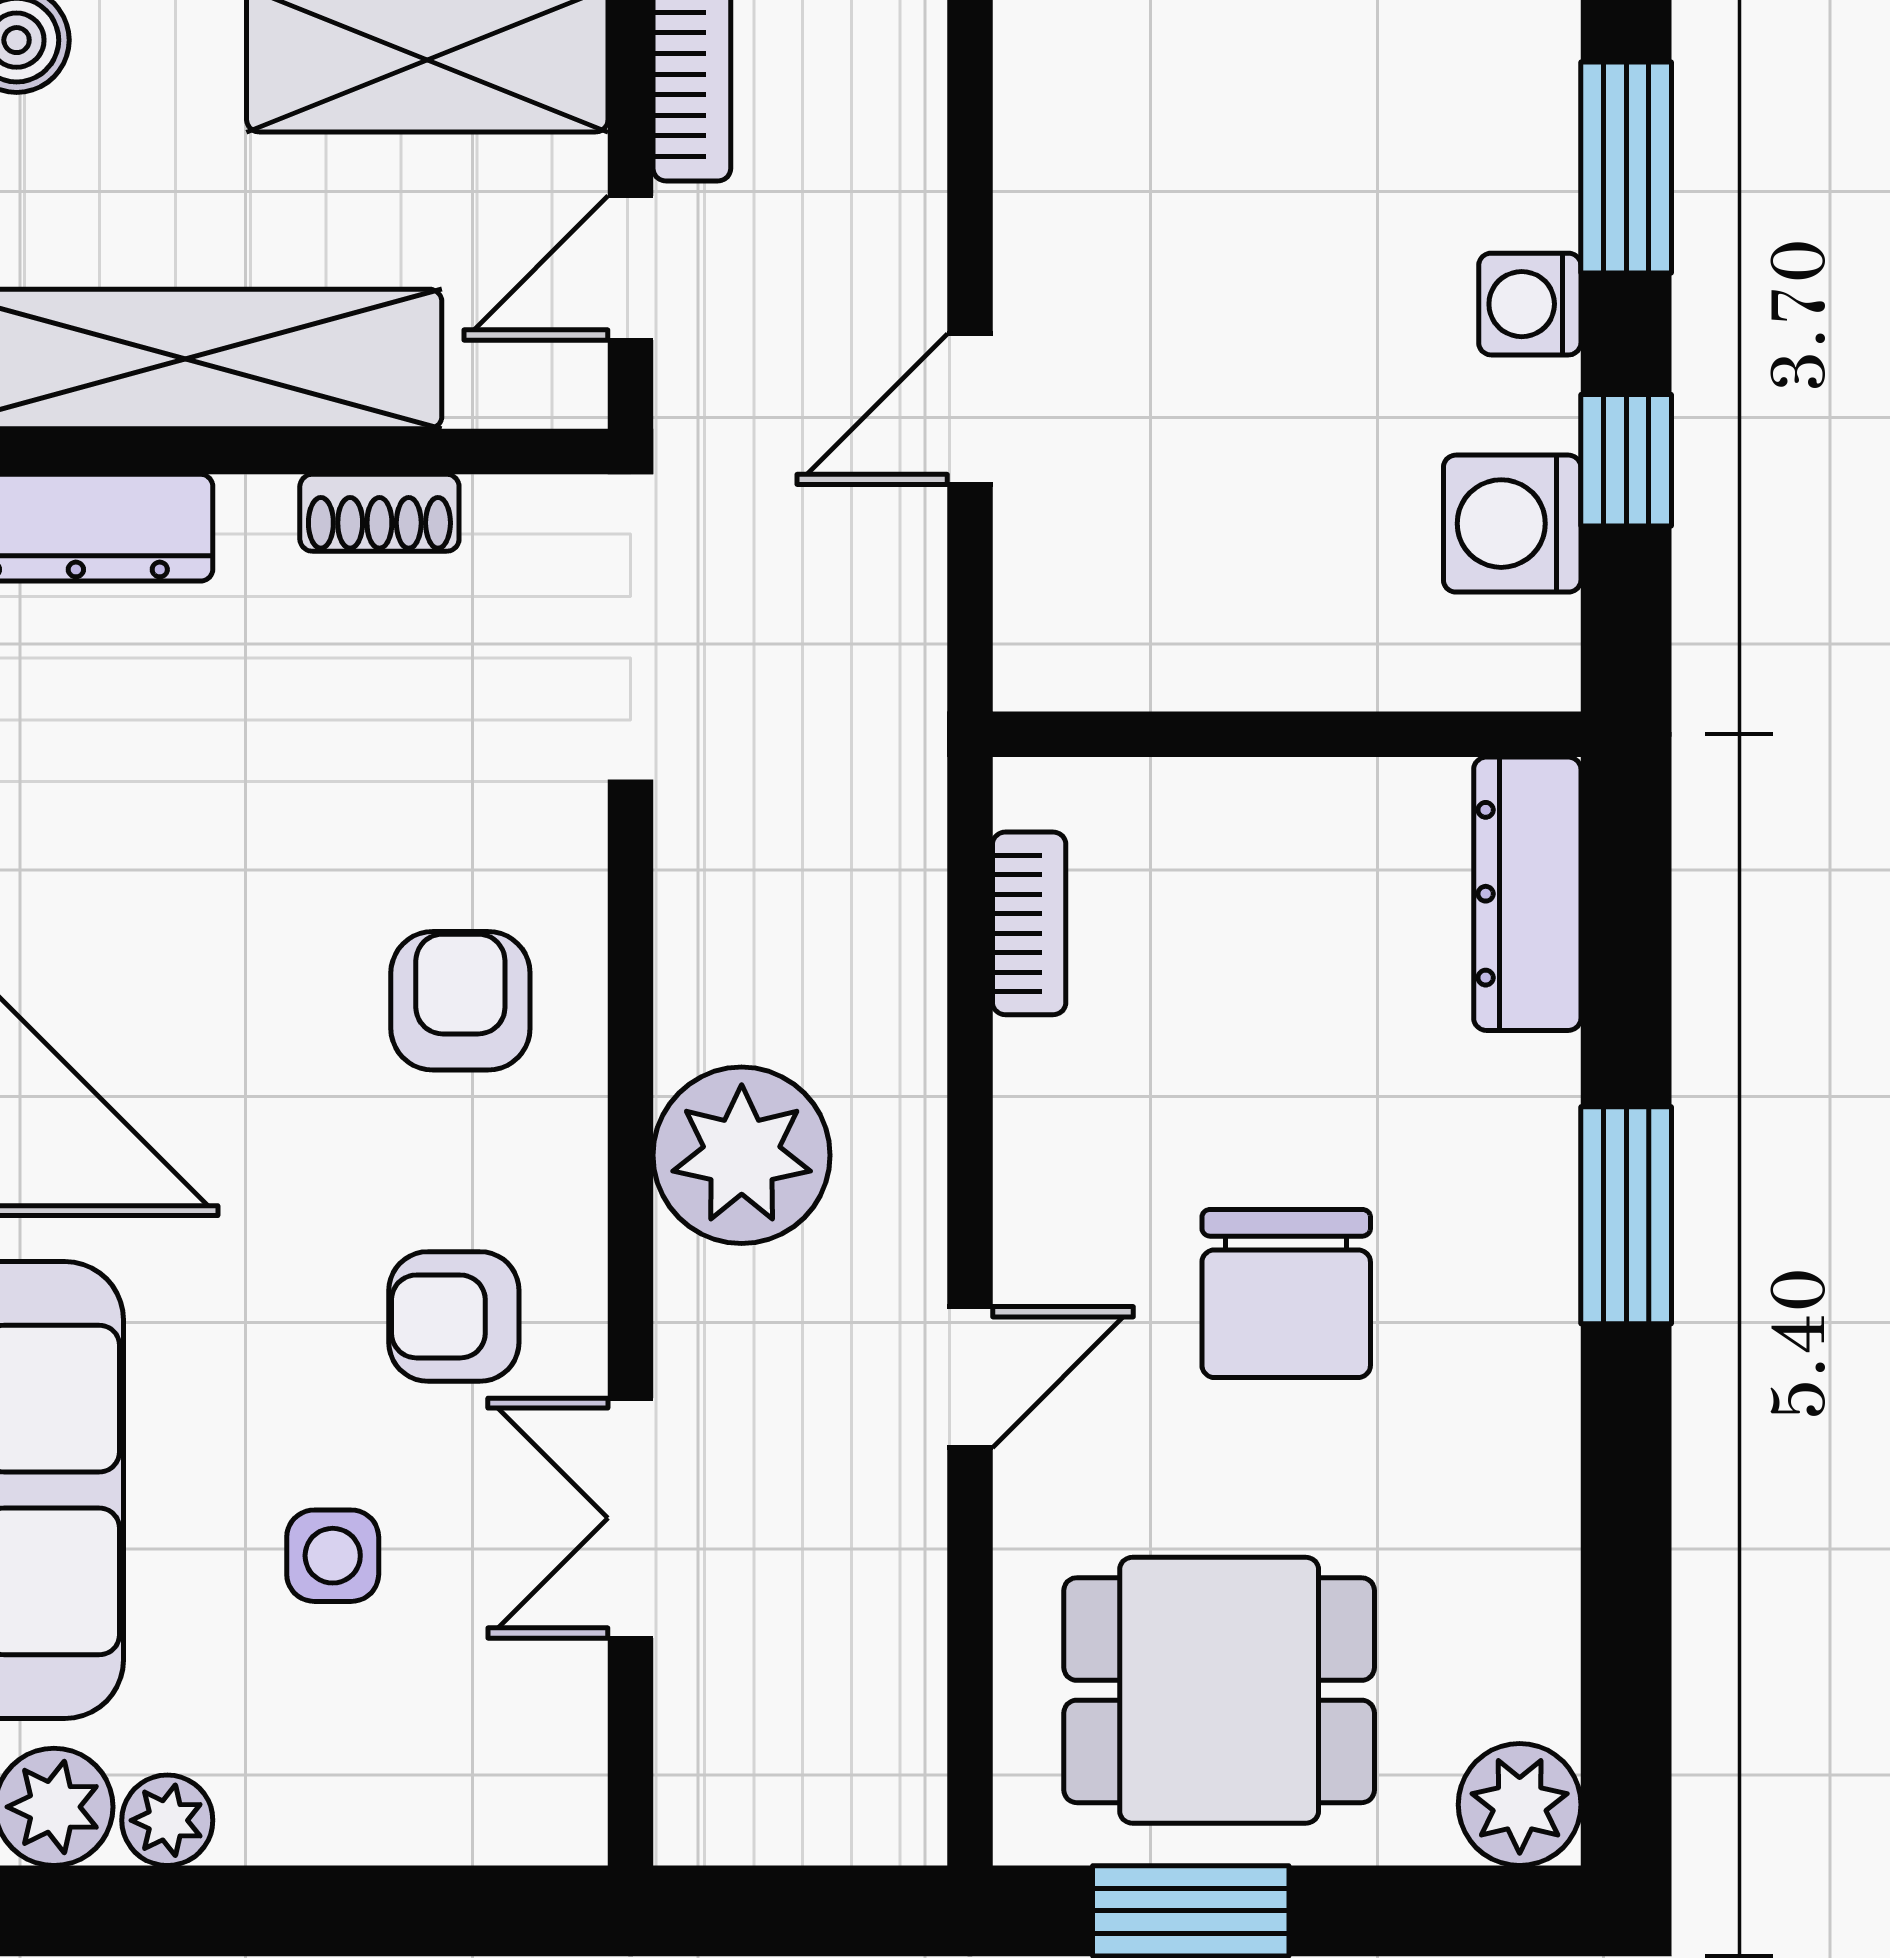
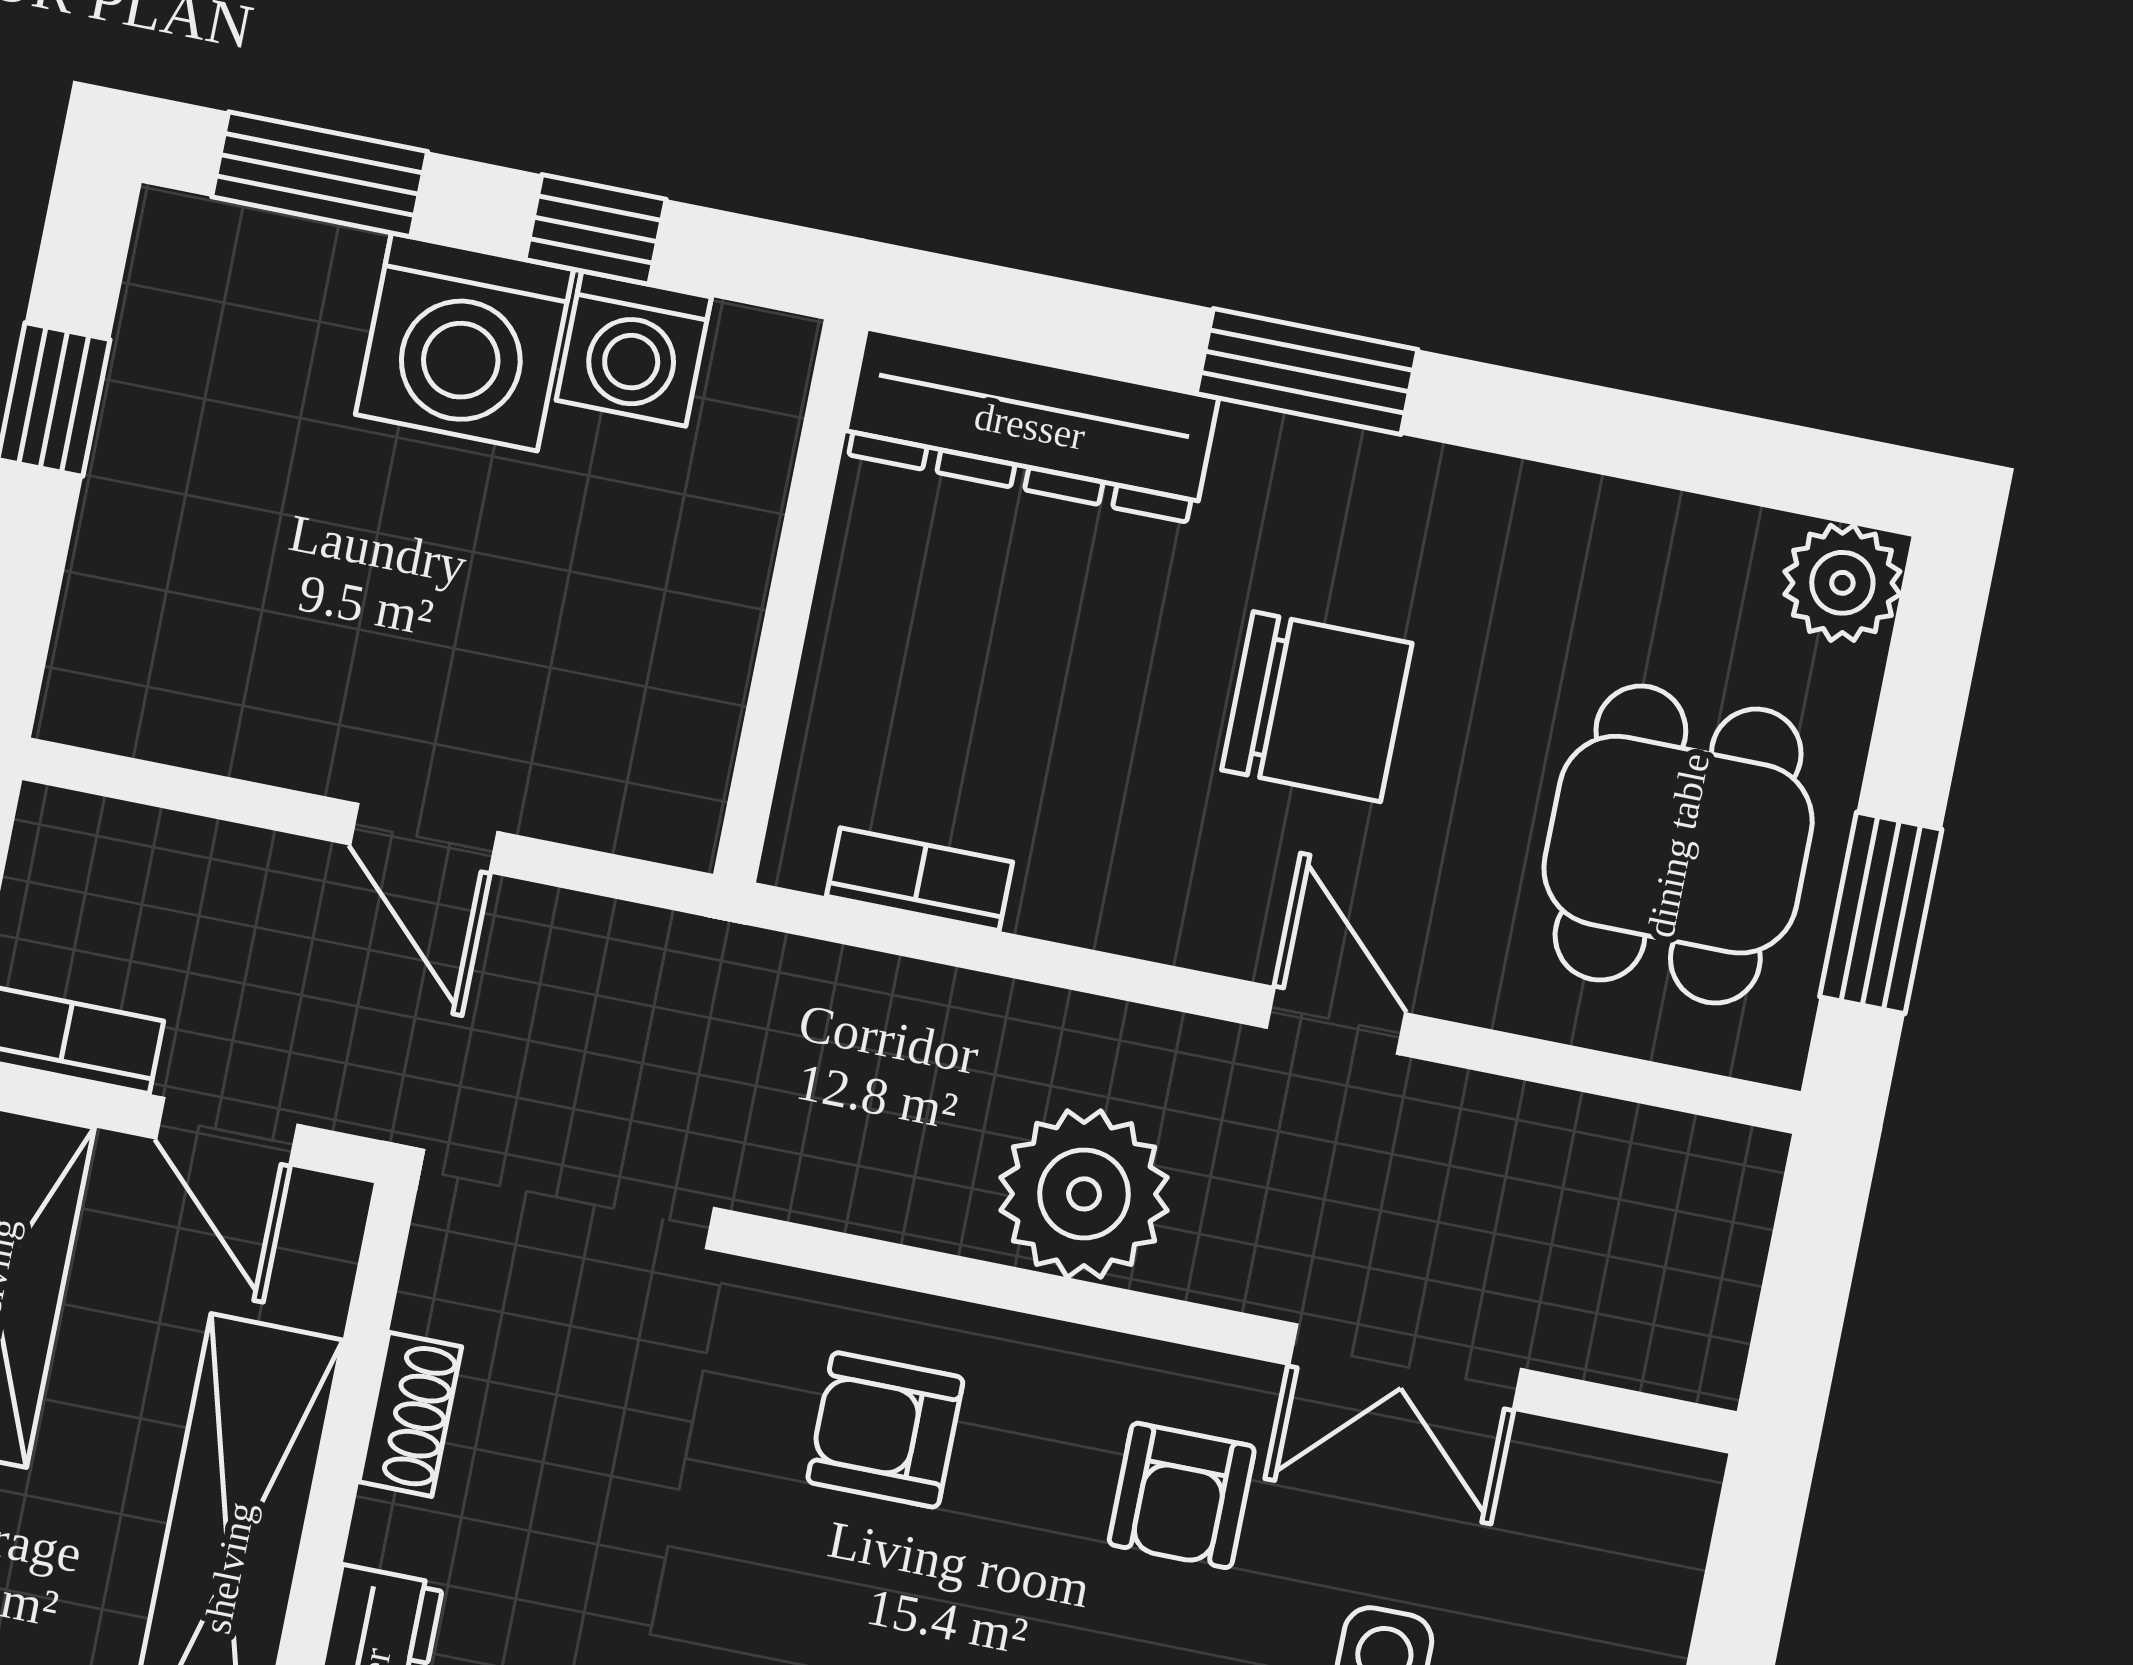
washing machine: (1530, 304) -> (464, 342), width x1.89, depth x1.89
dresser: (1527, 894) -> (1030, 426), width x1.37, depth x1.24

